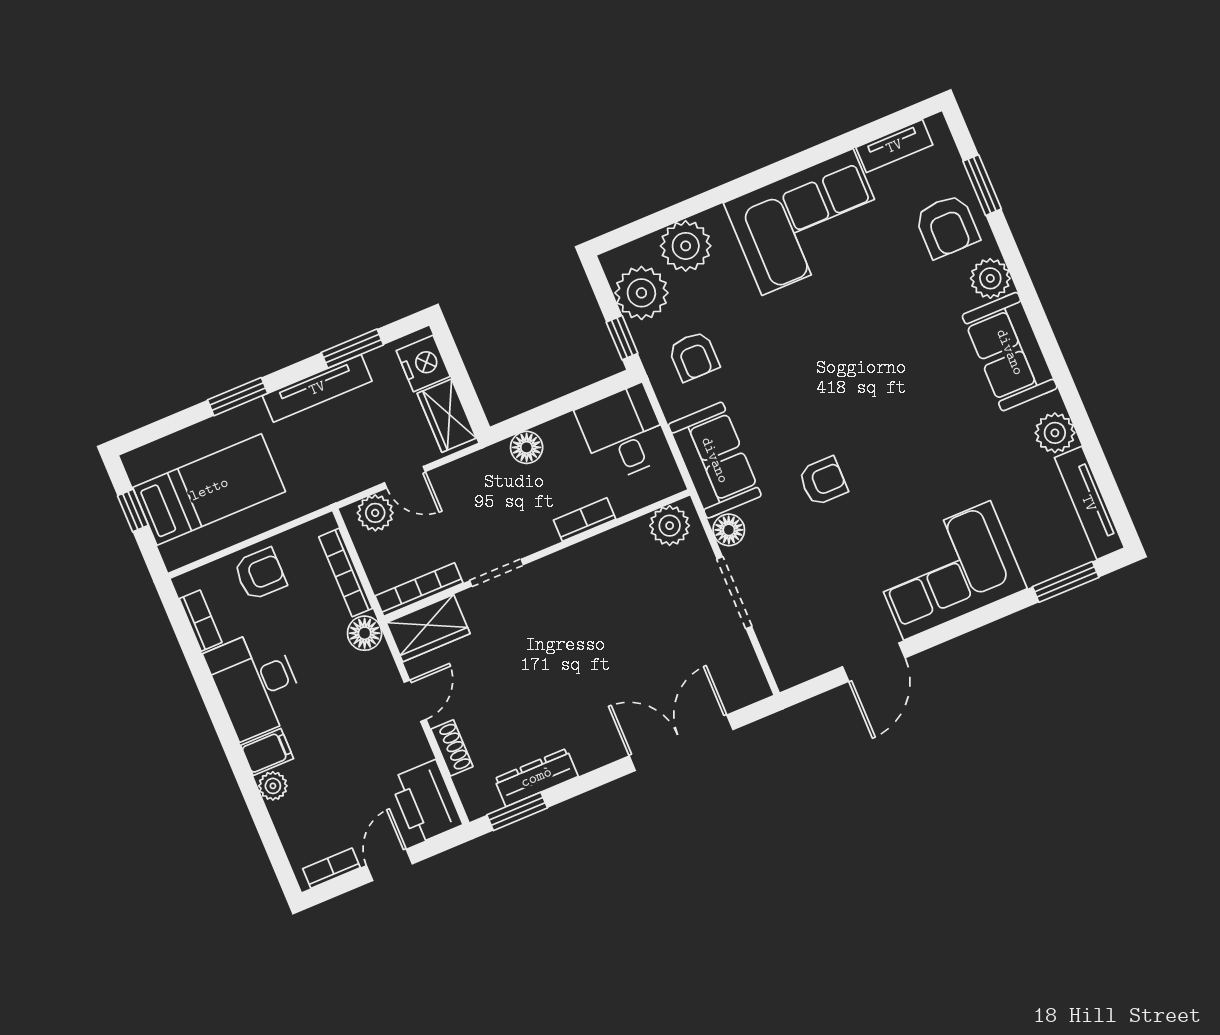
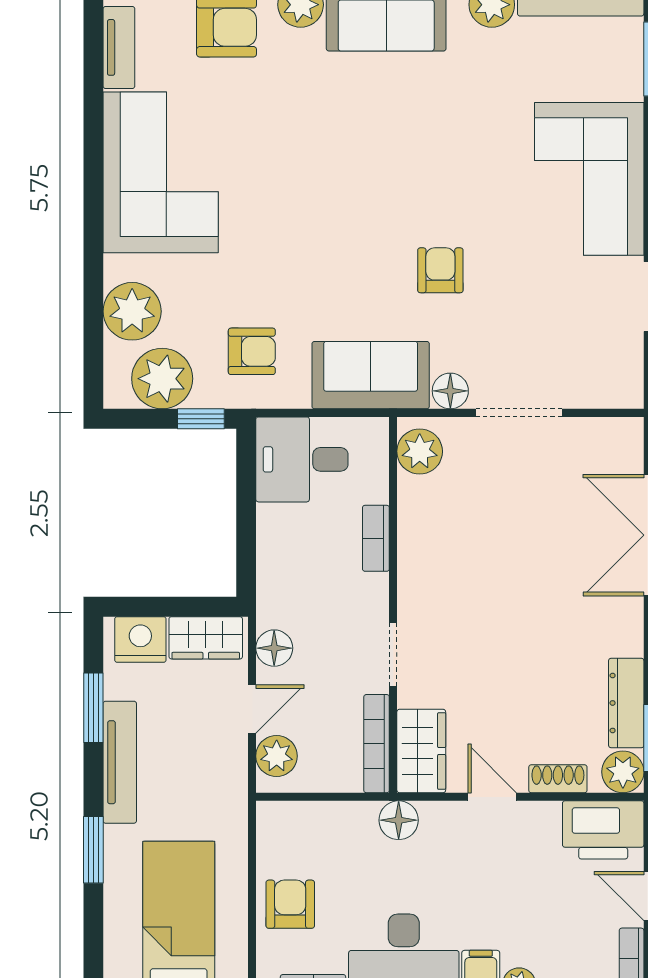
floor lamp: (527, 447) -> (274, 648), moved
bookcase: (346, 573) -> (326, 813), removed
plant: (479, 798) -> (623, 772), added

